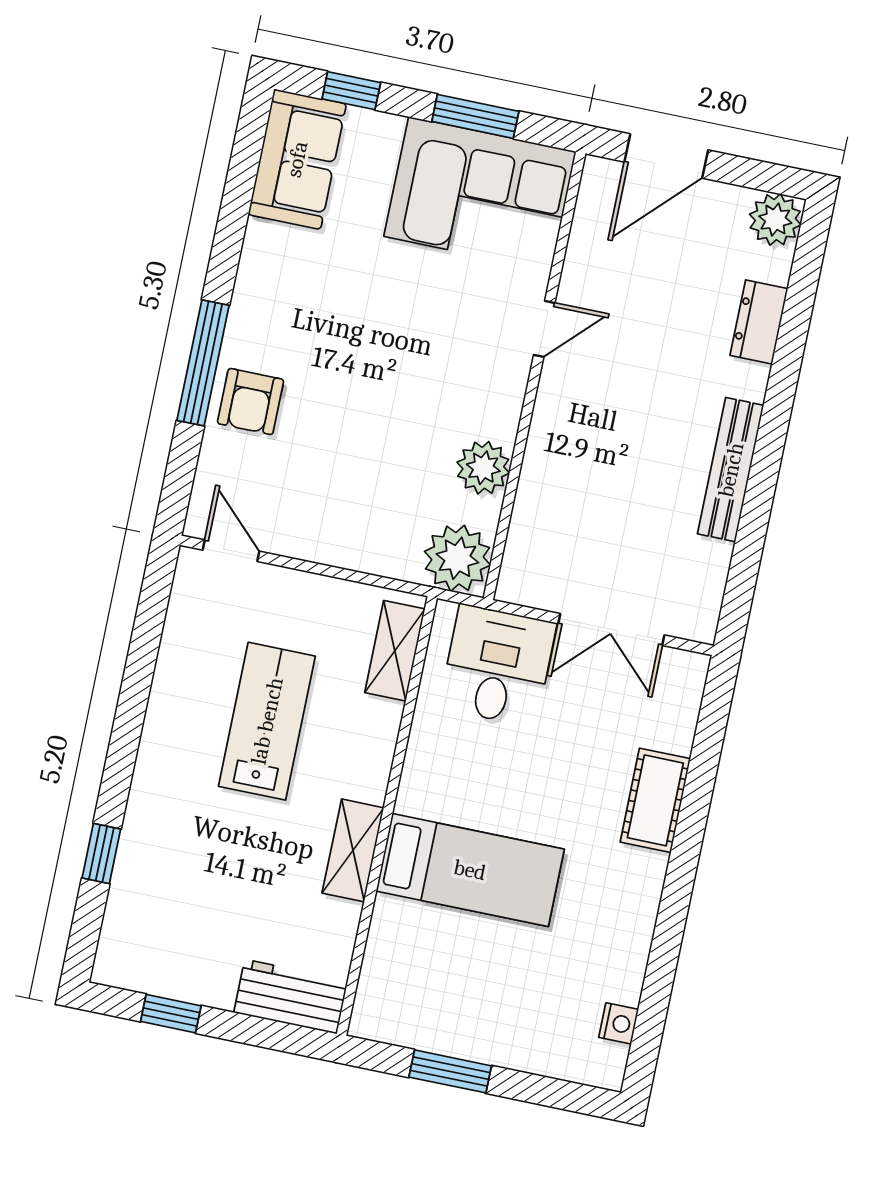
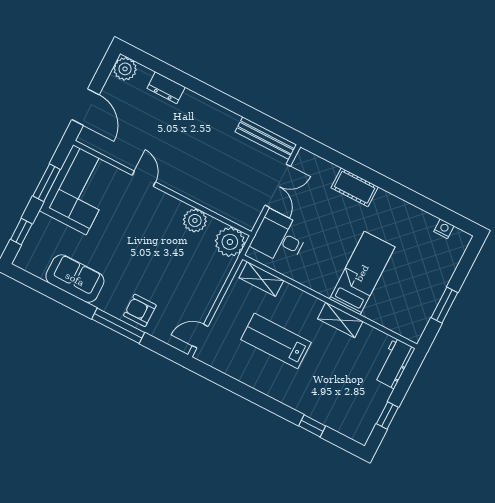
sofa: (297, 159) -> (75, 279), moved
armchair: (251, 402) -> (140, 310), turned 180
bench: (731, 470) -> (266, 138), moved

